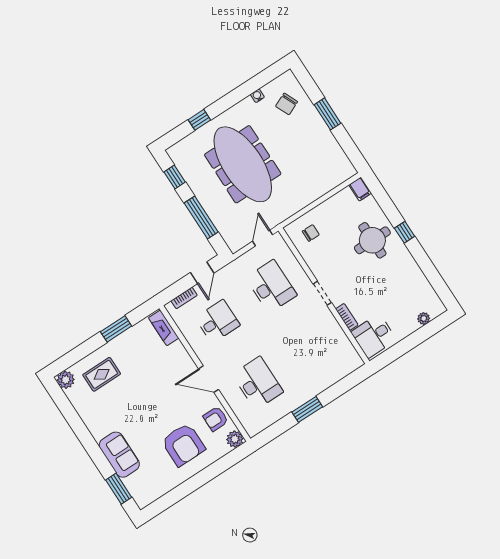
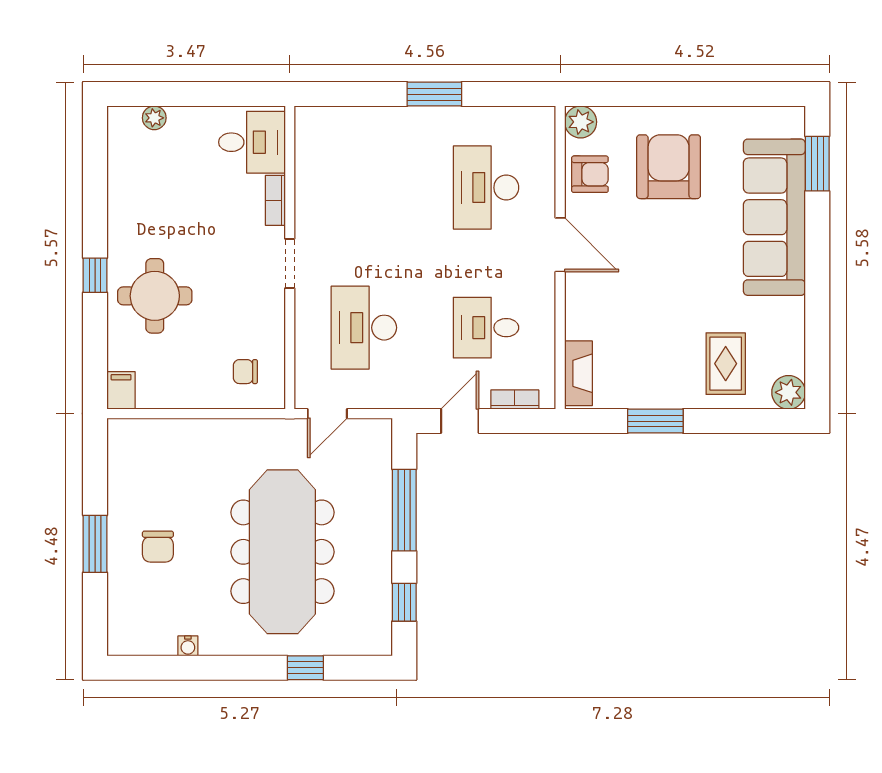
chair: (287, 104) -> (158, 547), moved, turned 114
rug: (102, 374) -> (726, 364), turned 90
sofa: (119, 455) -> (774, 217), width x1.85, depth x1.27

